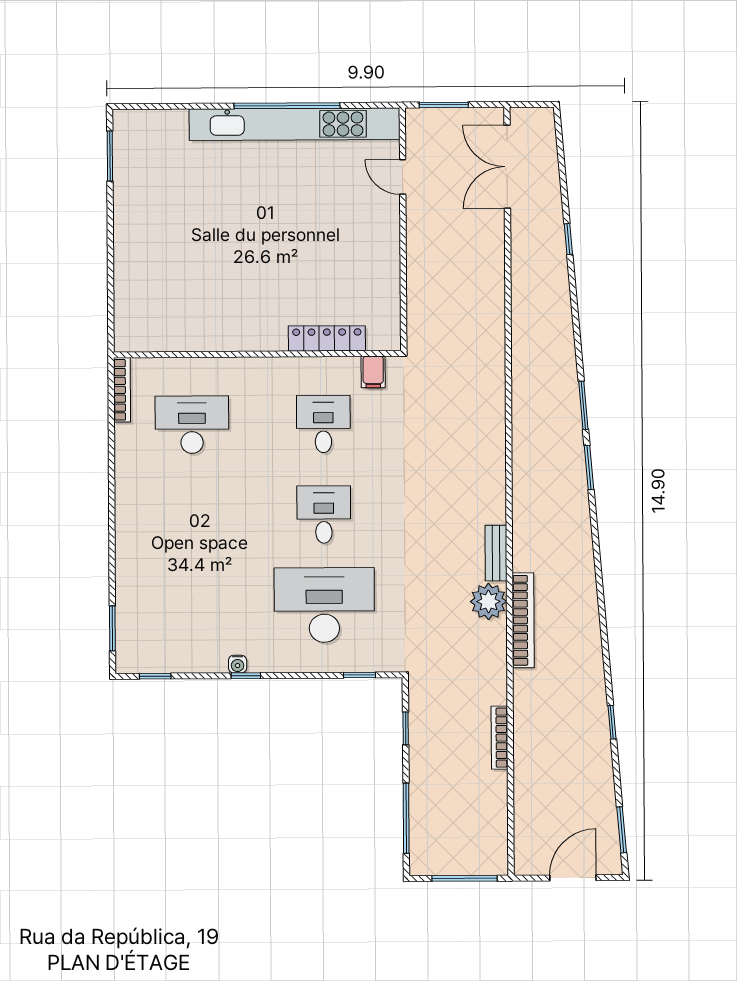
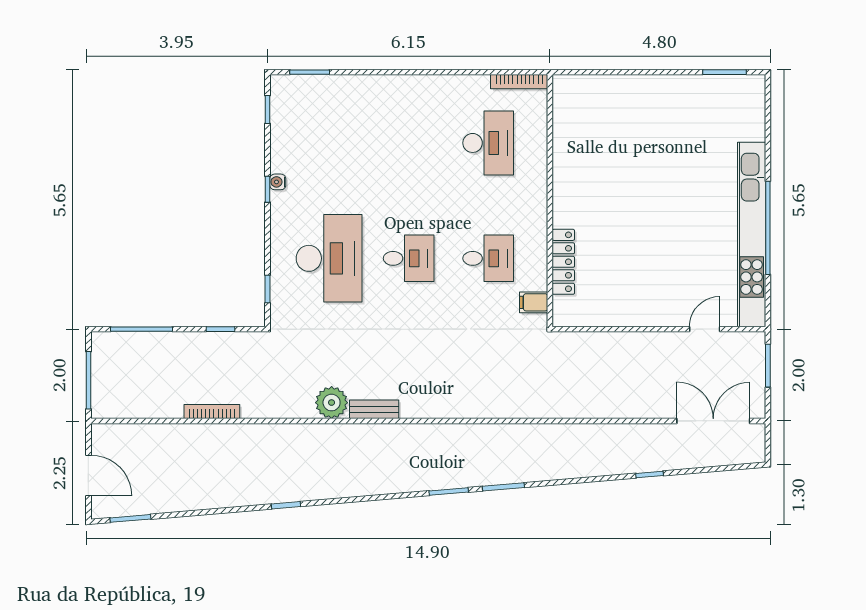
bookcase: (523, 620) -> (315, 433), removed
window: (612, 722) -> (286, 505), moved

